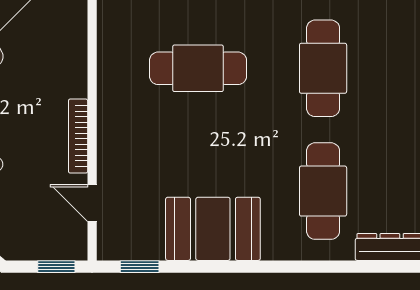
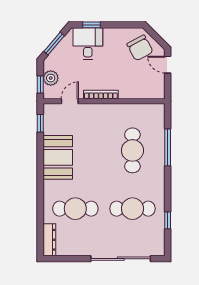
plant: (42, 244) -> (51, 78), added

